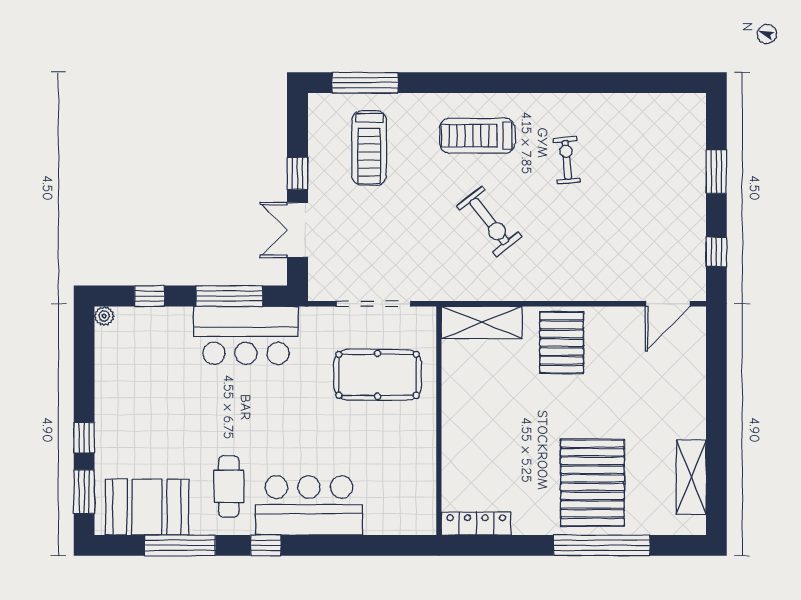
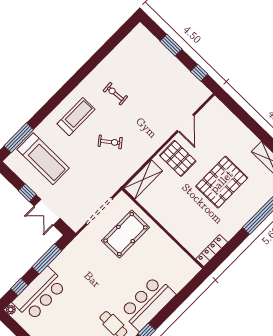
treadmill: (477, 136) -> (76, 117), turned 180
treadmill: (369, 148) -> (43, 159), width x1.37, depth x1.38
exercise bike: (489, 221) -> (110, 142), width x0.73, depth x0.72
door: (668, 304) -> (185, 123), moved
bar counter: (246, 335) -> (40, 294), moved
pallet: (592, 483) -> (222, 182), moved, turned 90

